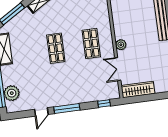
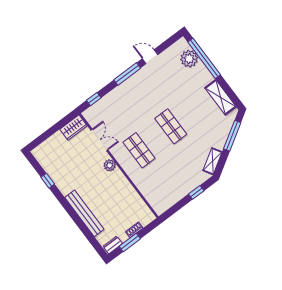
wardrobe: (138, 90) -> (73, 128), width x0.67
door: (41, 112) -> (150, 57), hinge flipped

